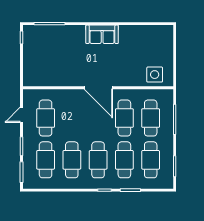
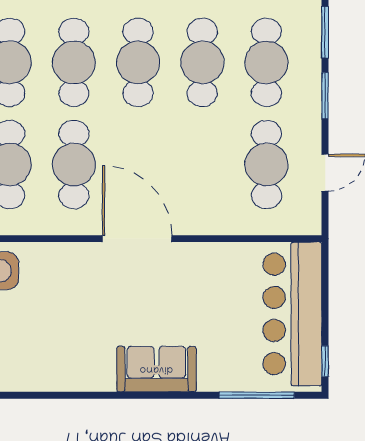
sofa: (102, 34) -> (156, 369), moved
bar counter: (35, 57) -> (292, 314), added

